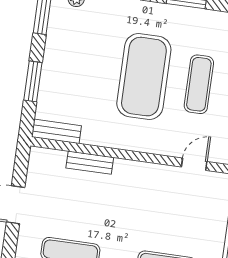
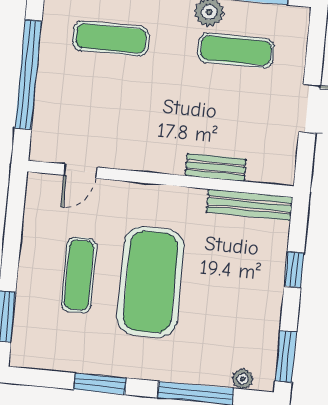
window: (33, 81) -> (294, 269), width x0.67
bench: (56, 131) -> (250, 205), width x1.36

